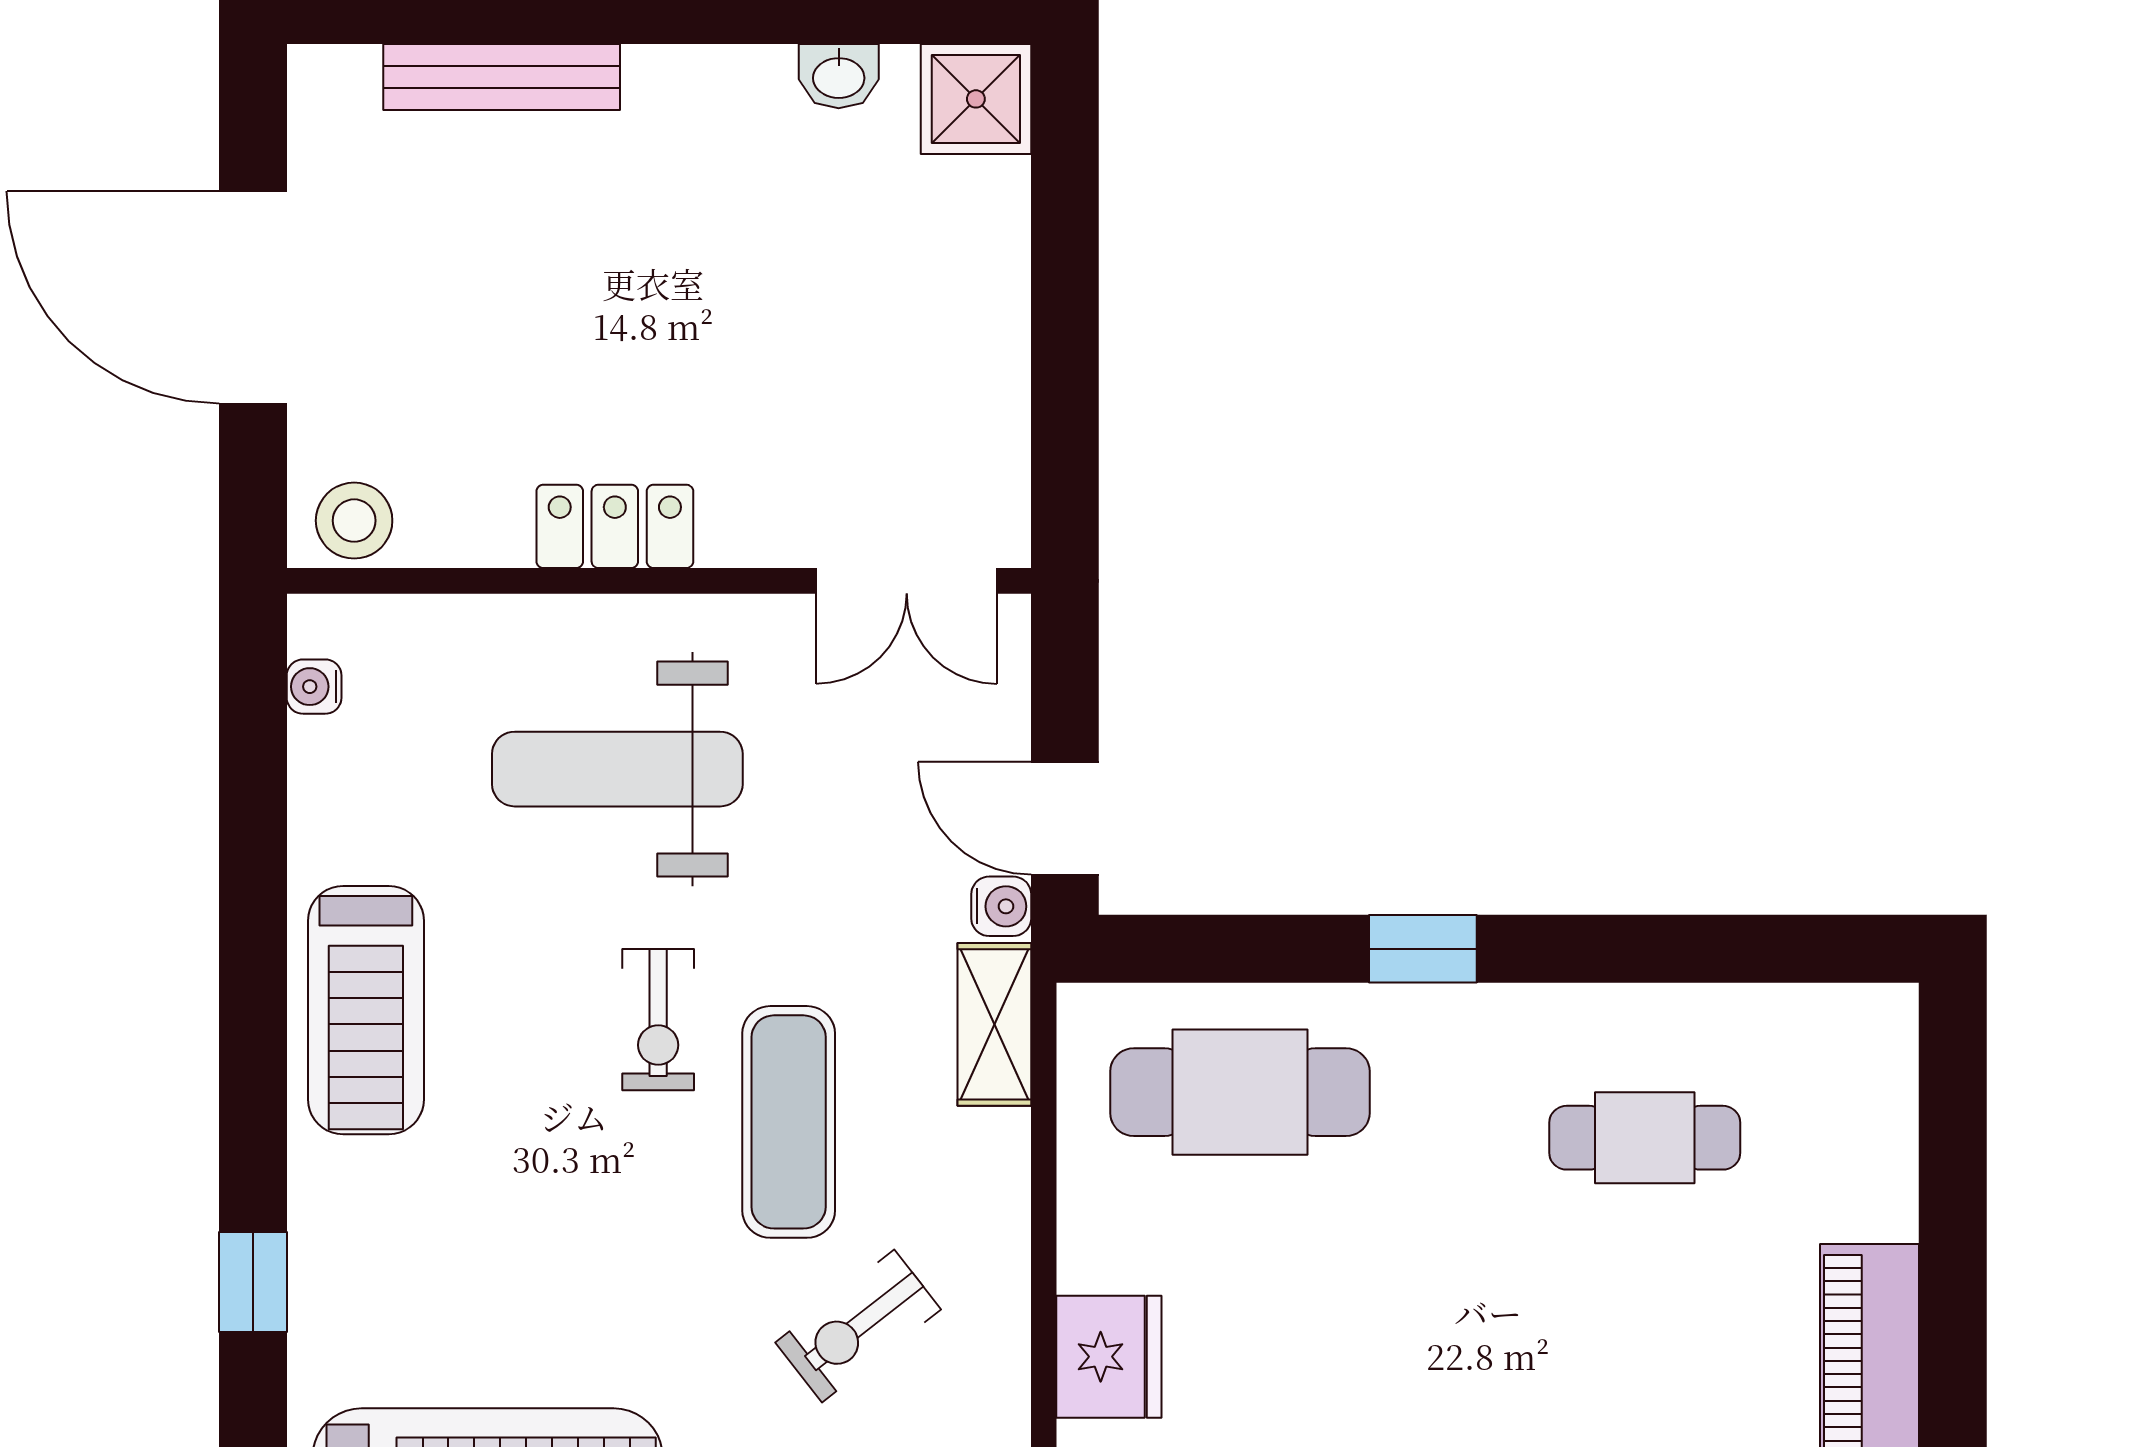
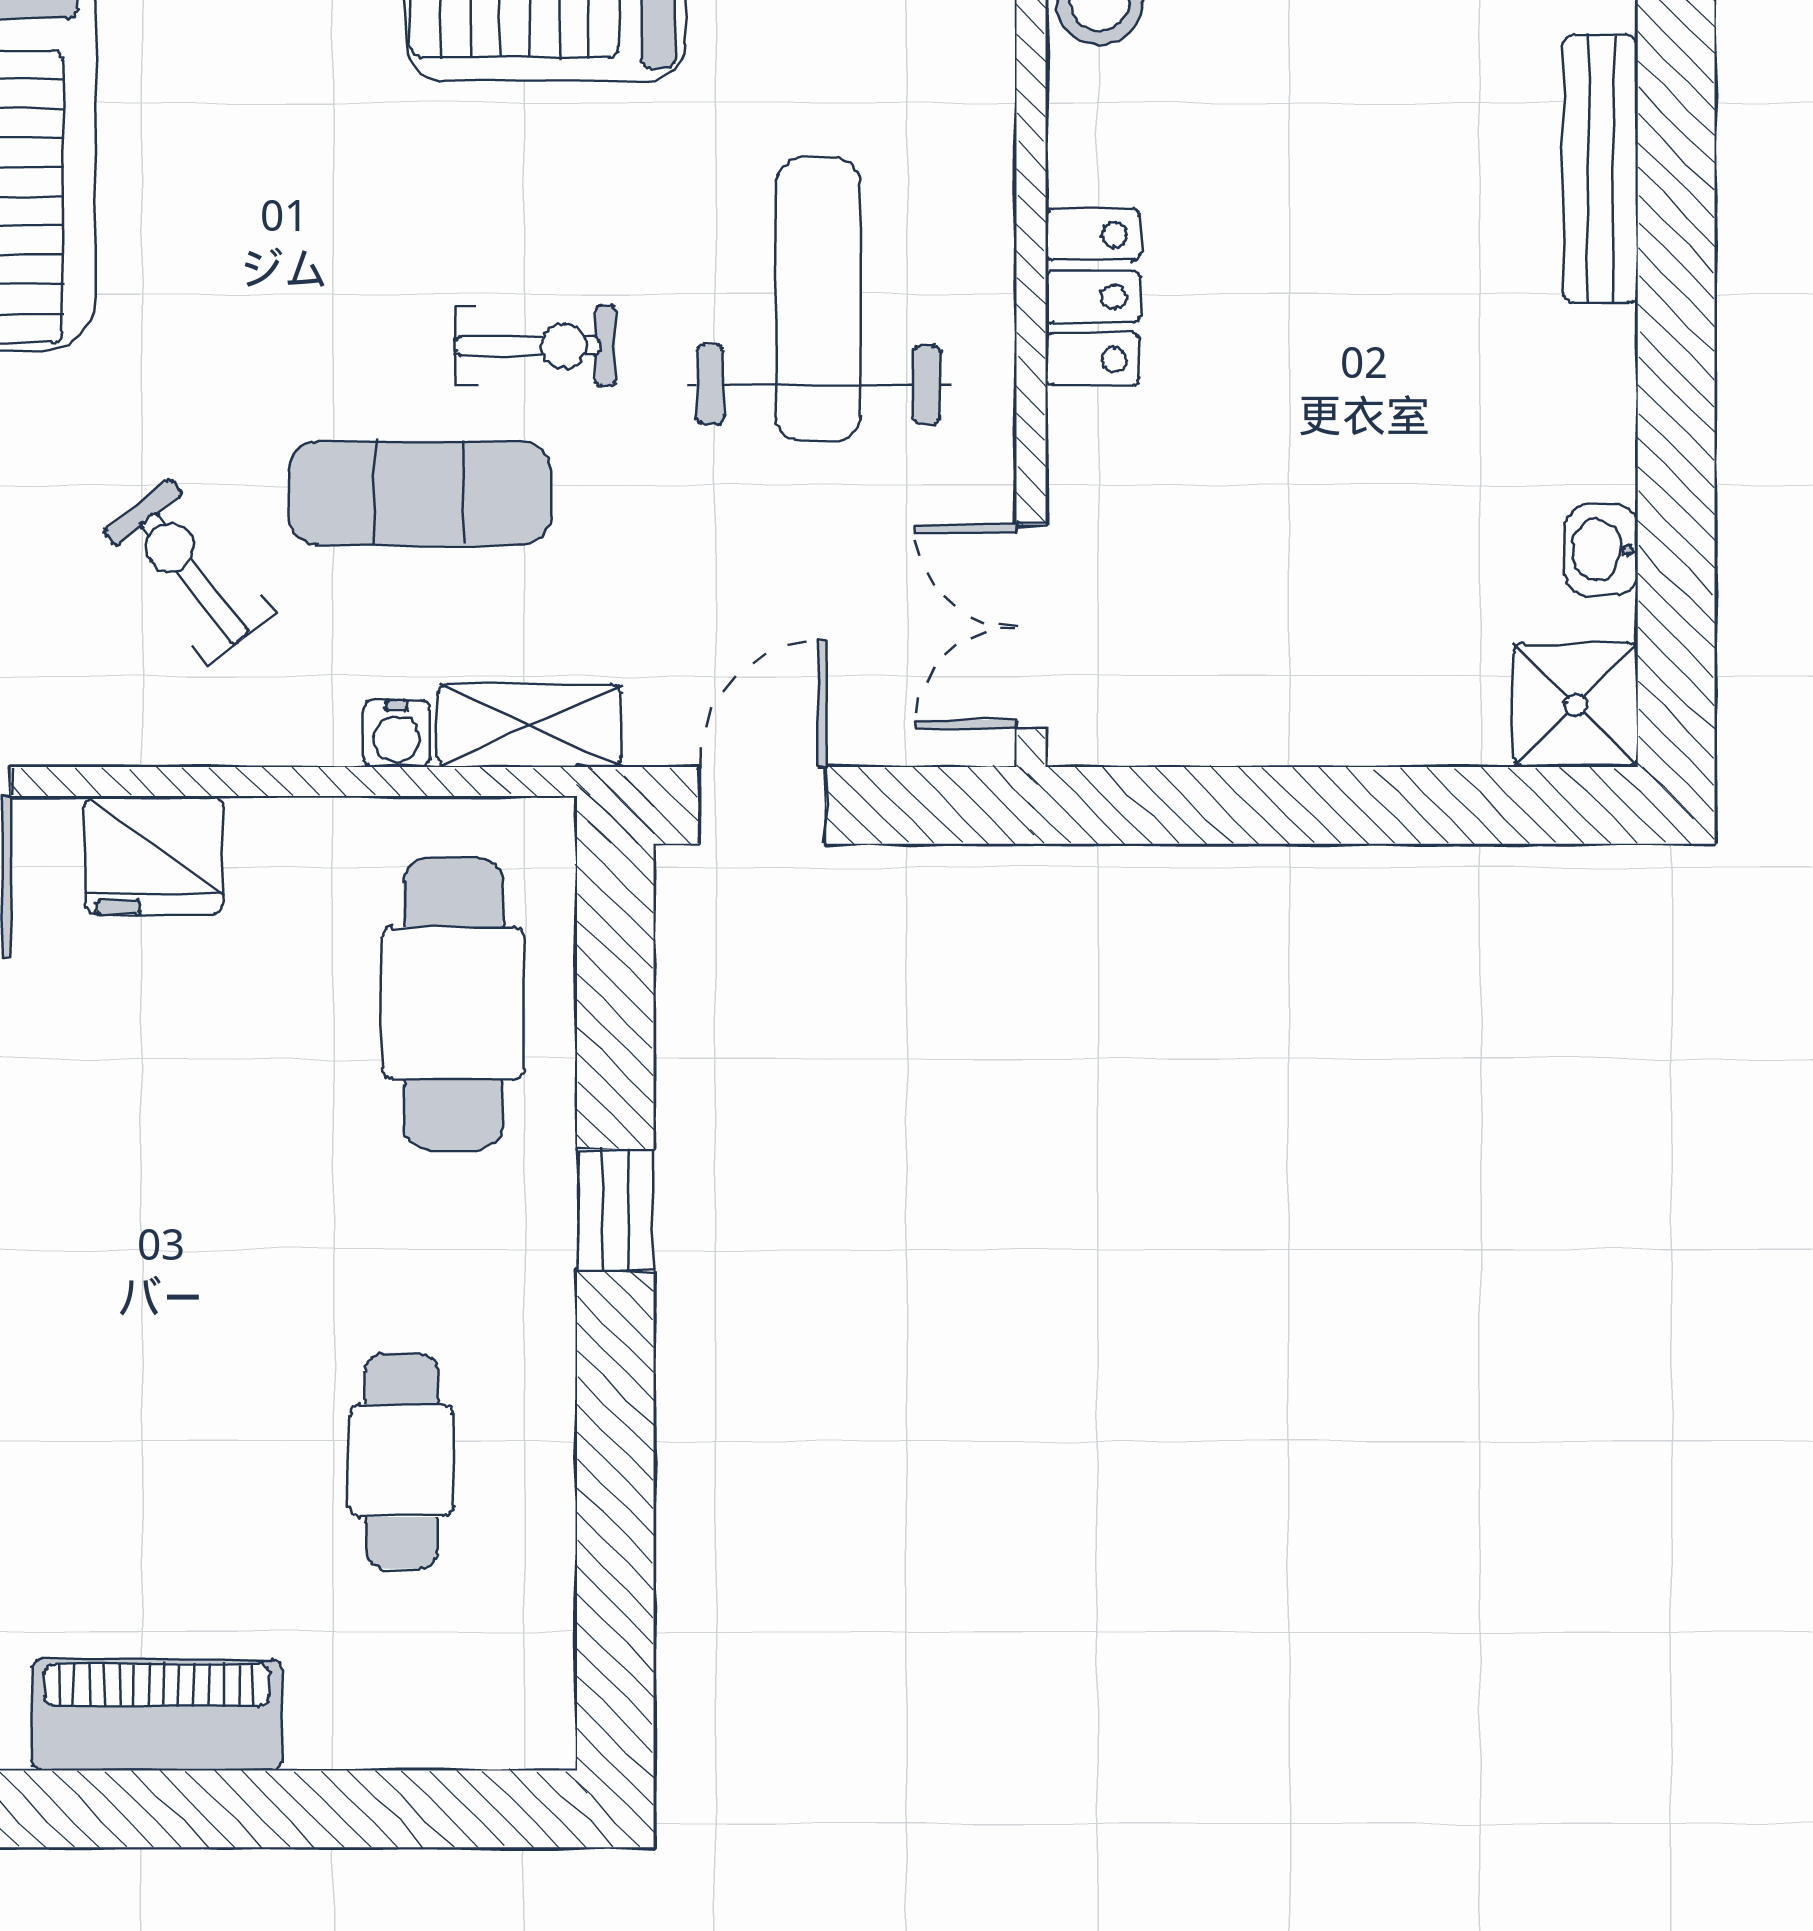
water cooler: (1001, 906) -> (396, 733), moved
exercise bike: (658, 1020) -> (535, 346), turned 180

